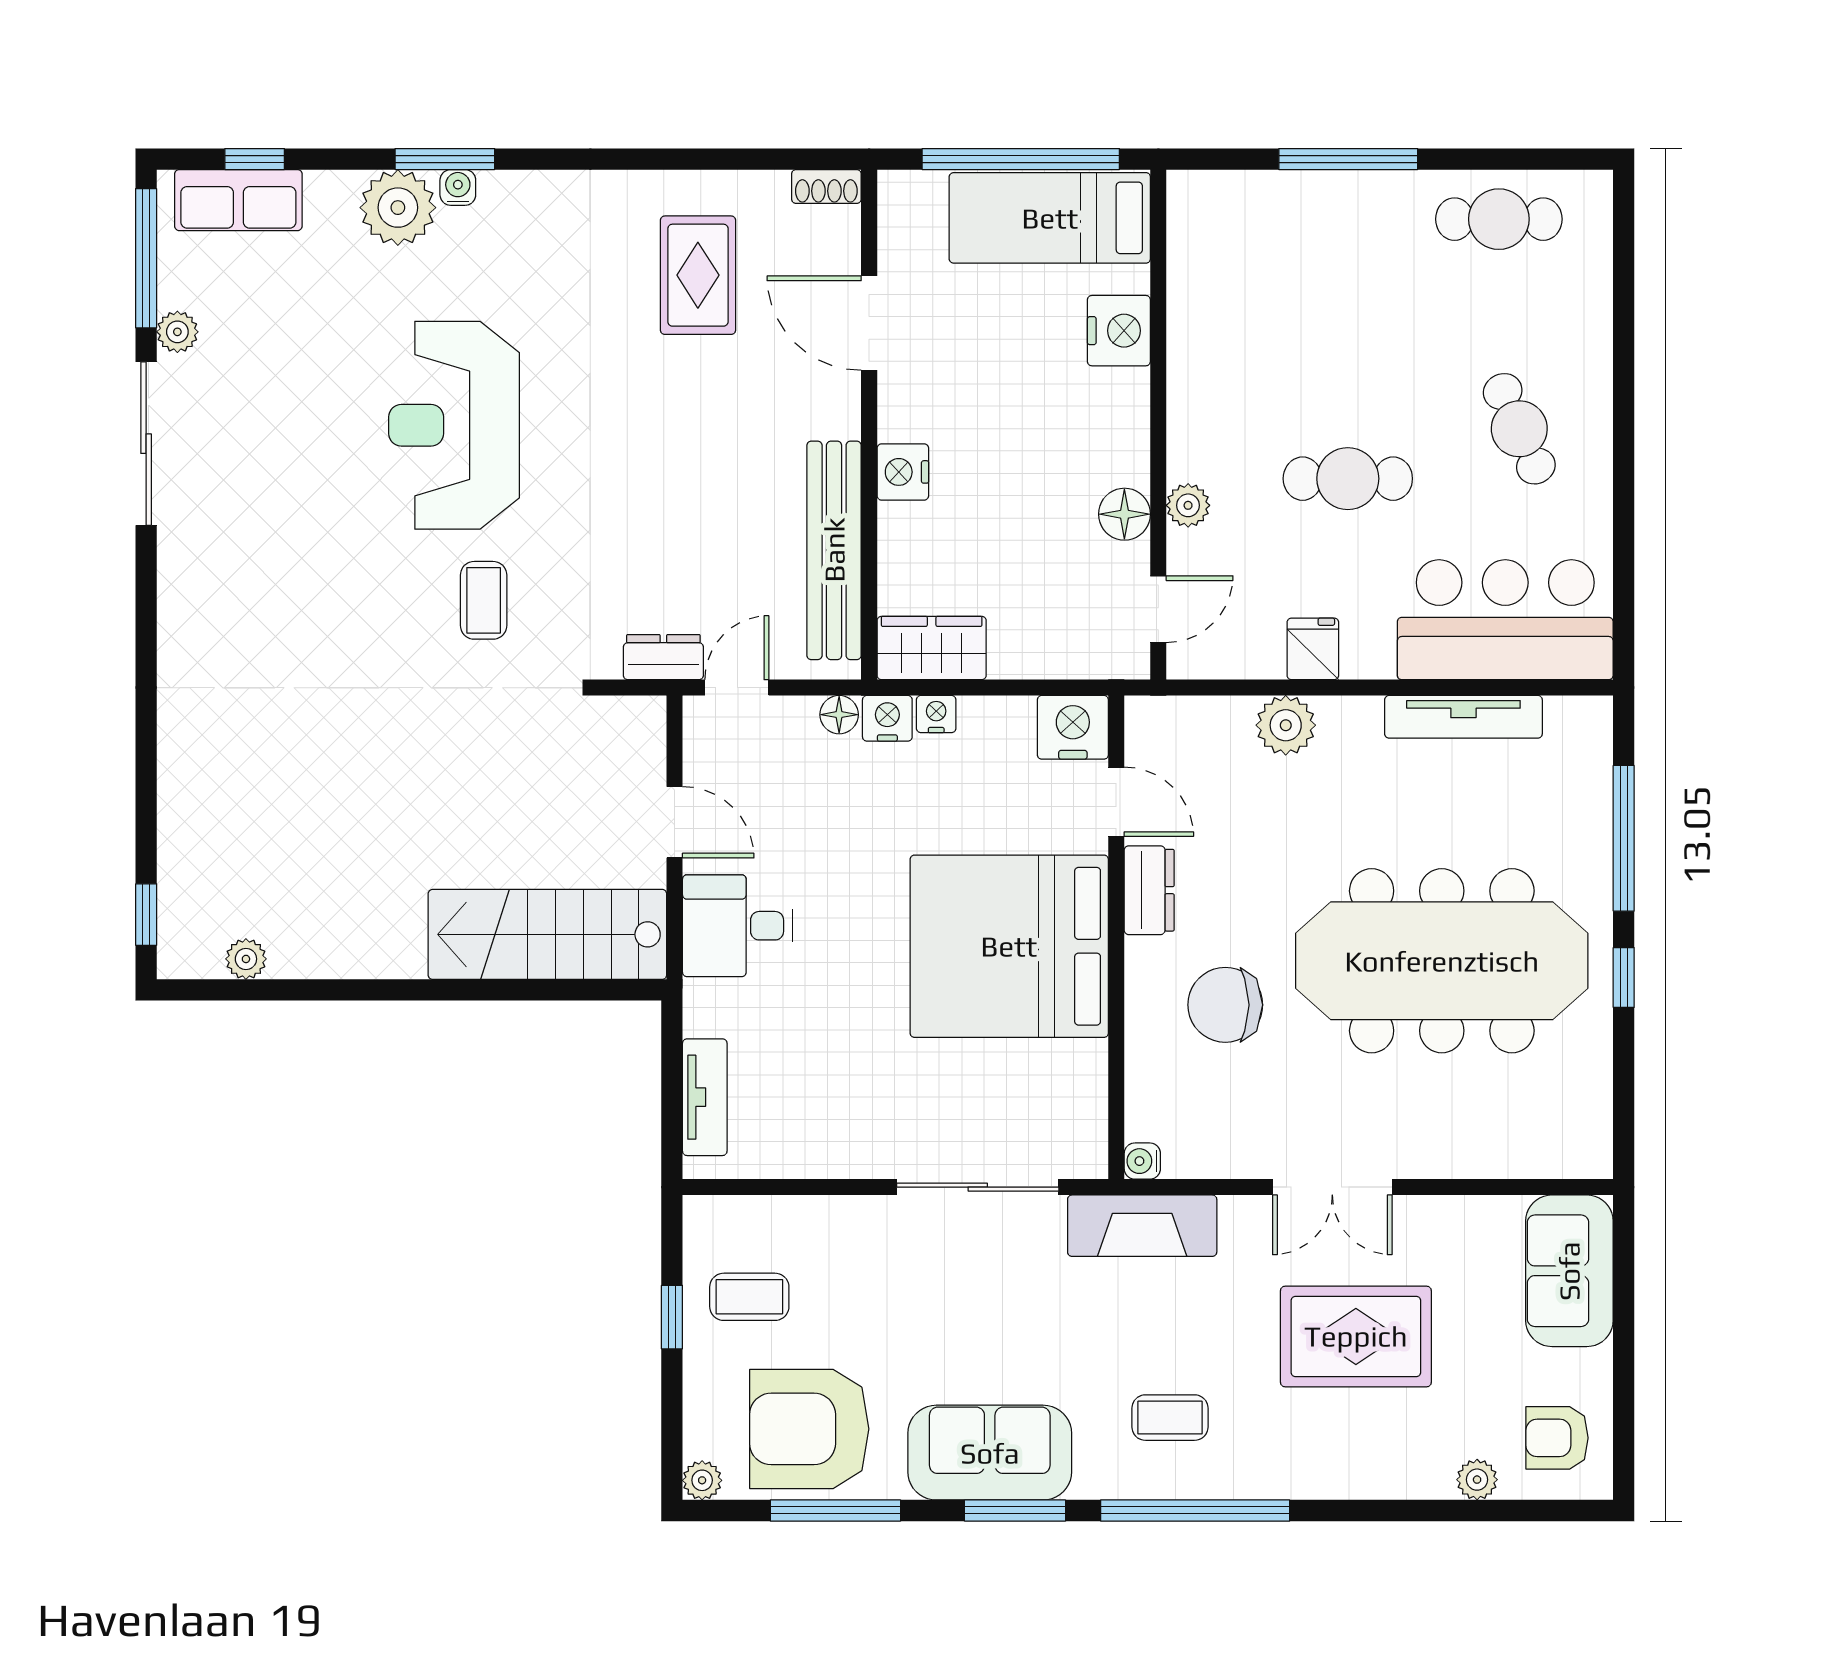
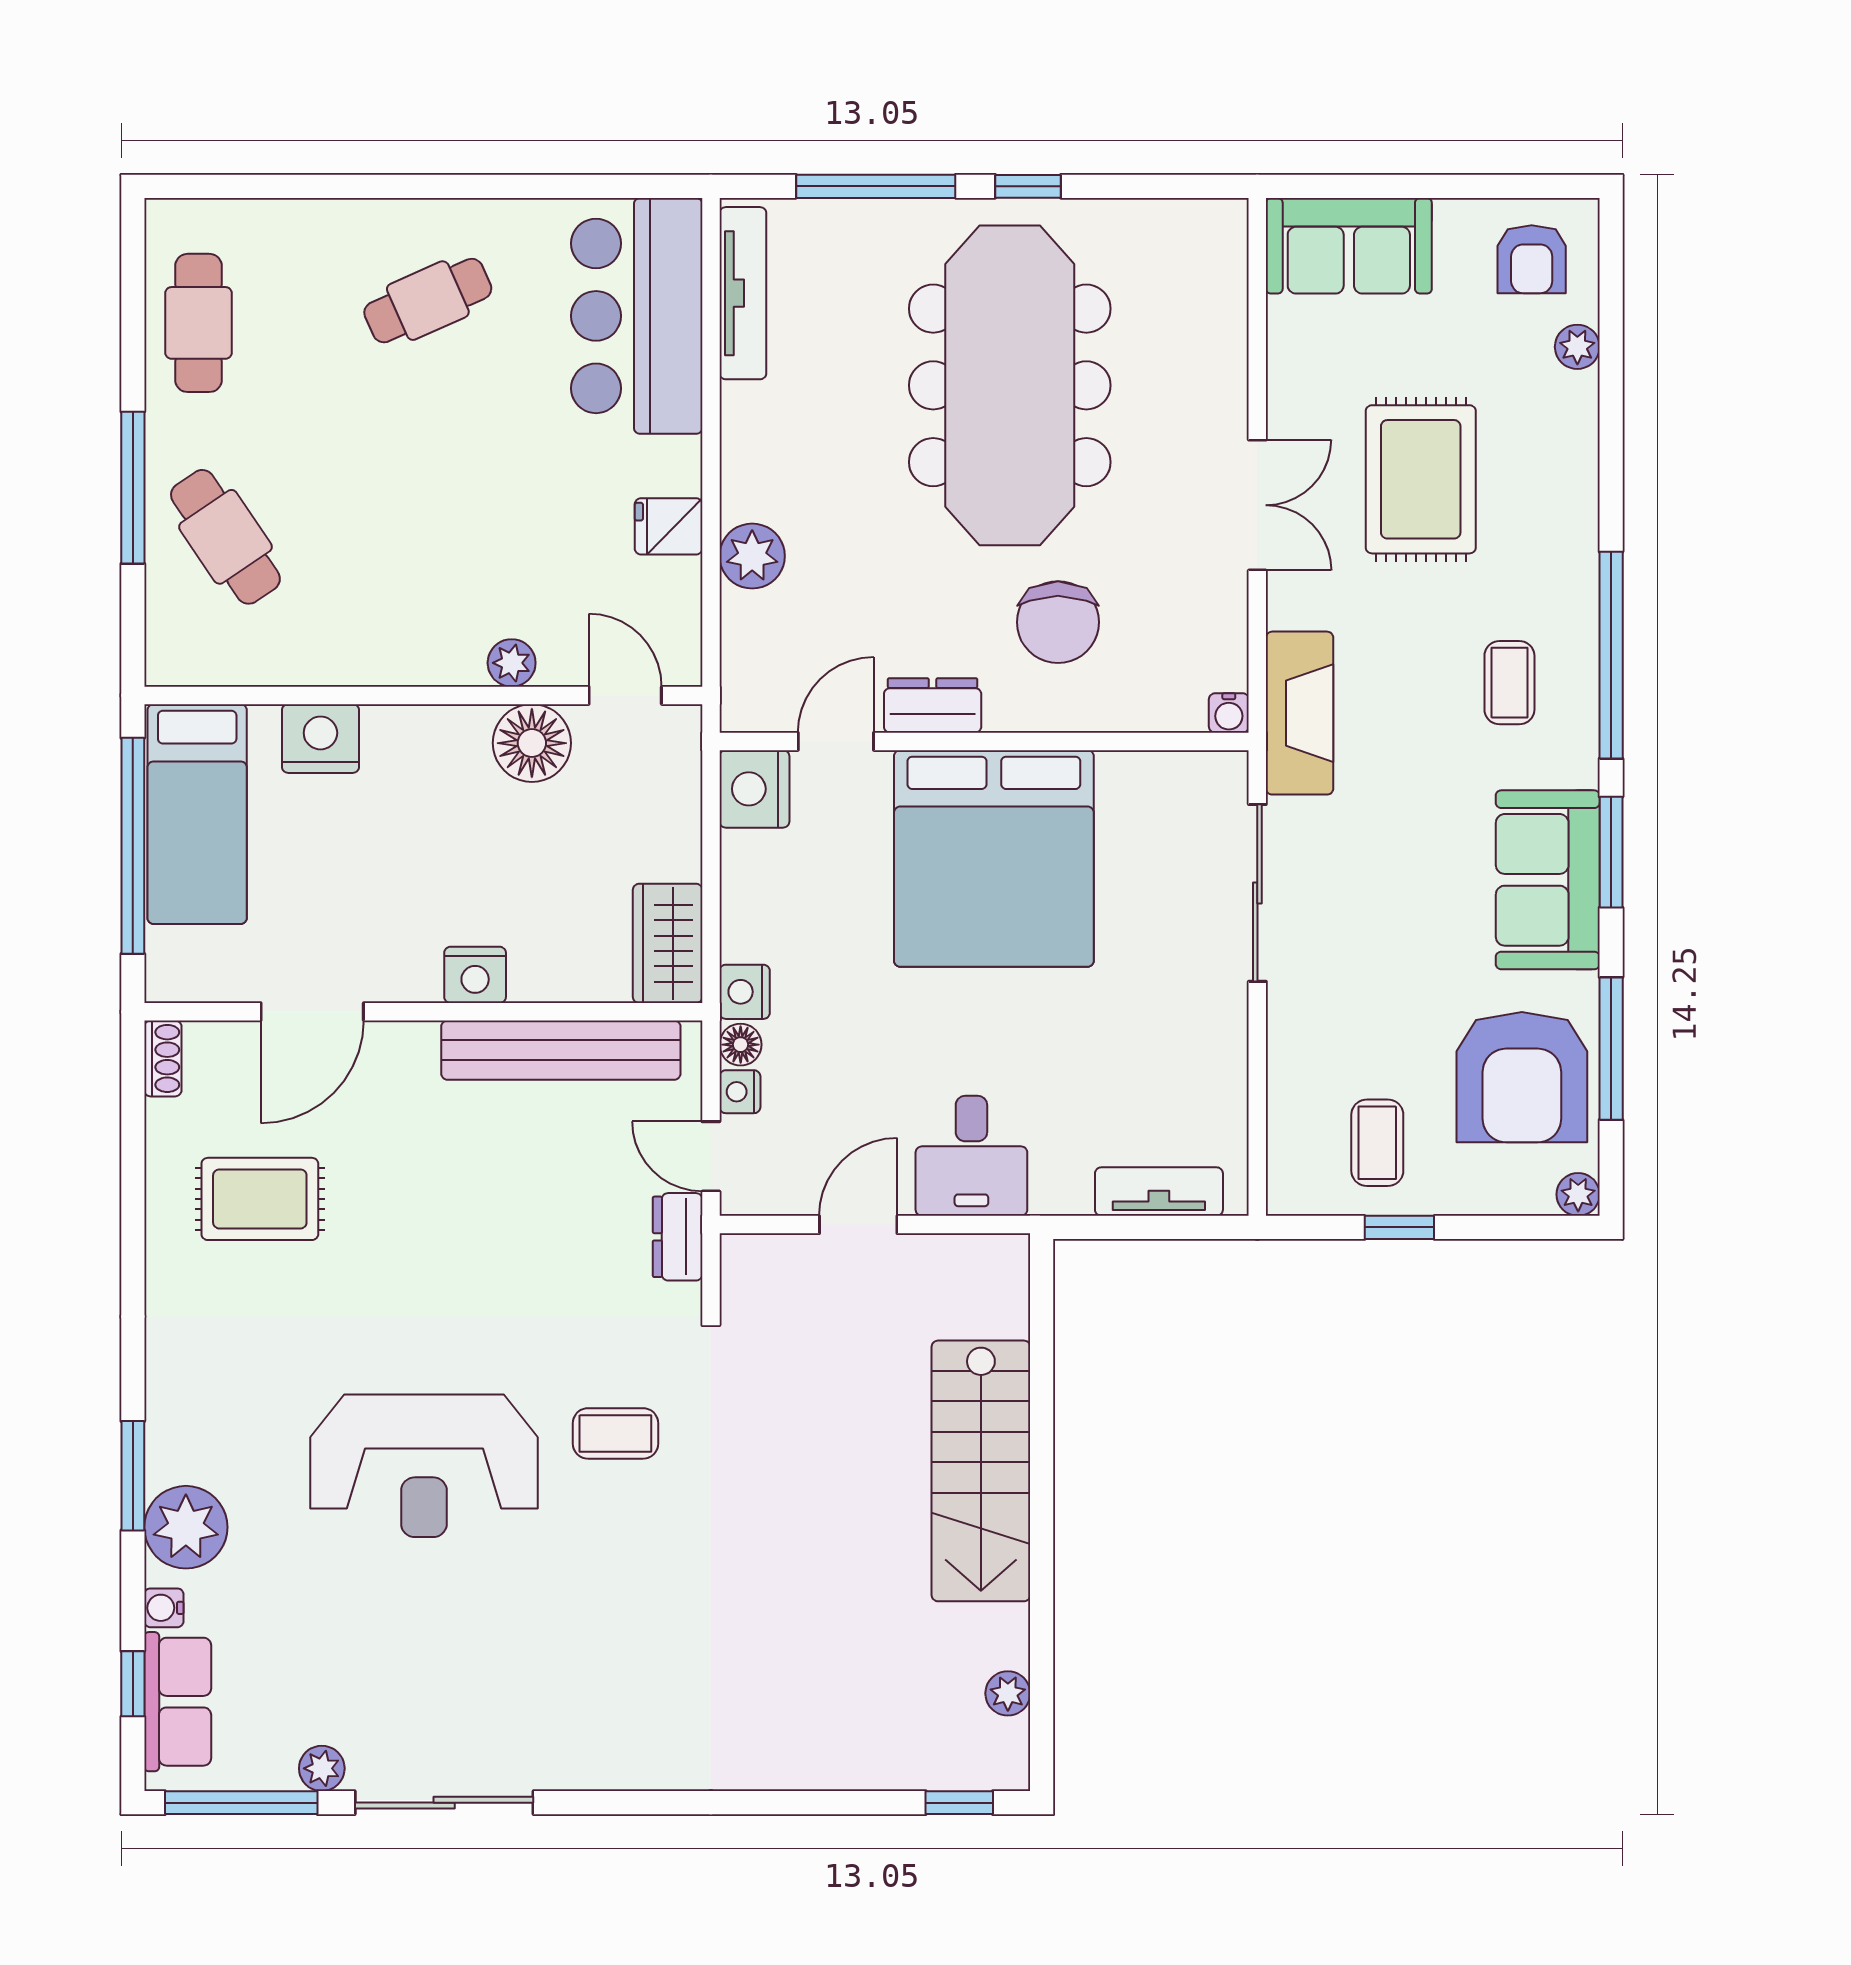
water cooler: (458, 187) -> (164, 1608), moved
cafe table: (1348, 479) -> (225, 537), moved, turned -34
floor lamp: (1124, 514) -> (532, 743), width x1.38, depth x1.38
nightstand: (936, 714) -> (740, 1092), moved
tv unit: (1463, 717) -> (743, 293), moved
stairs: (547, 934) -> (981, 1471), moved

